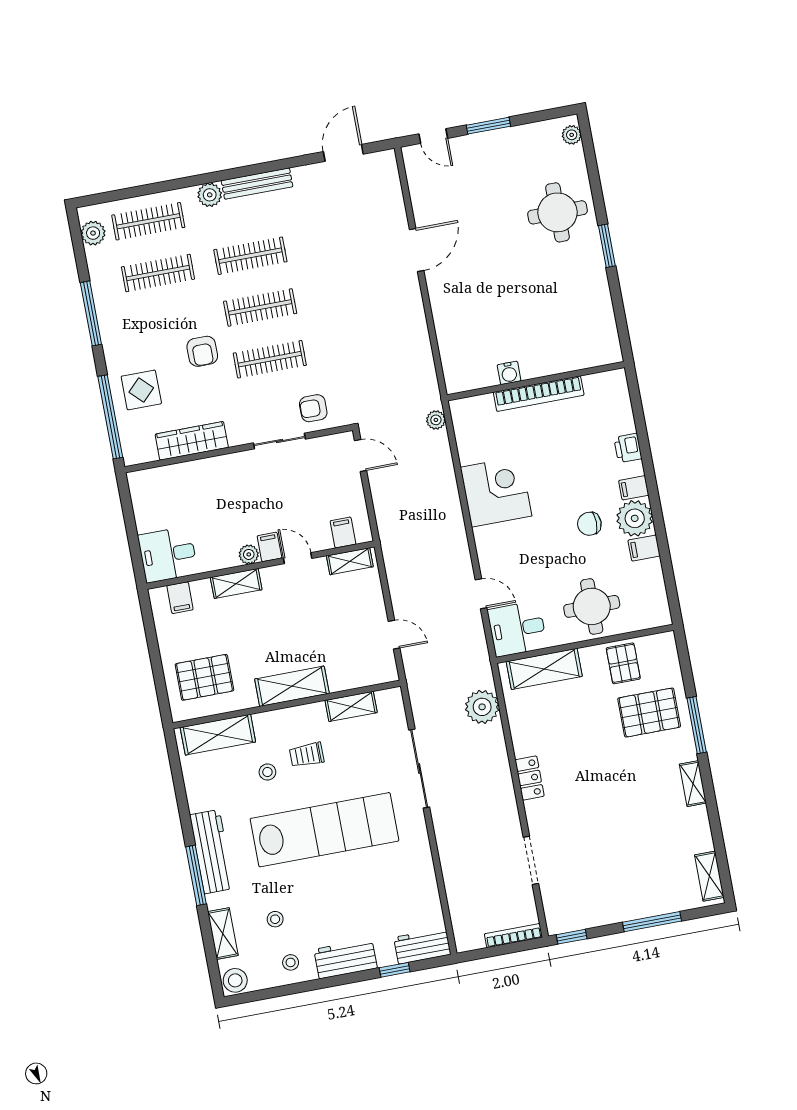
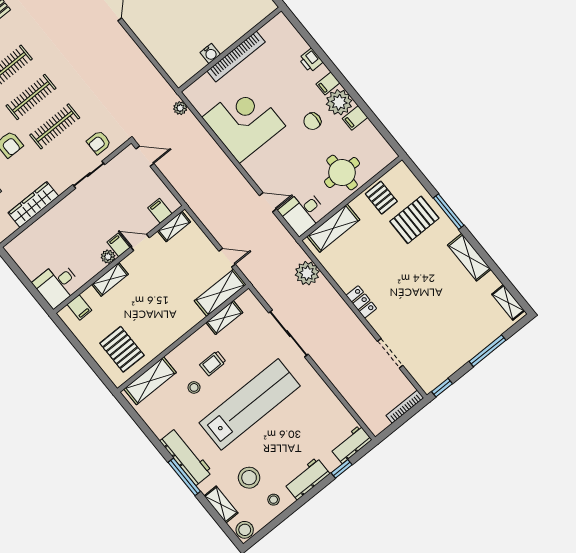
corner desk: (496, 492) -> (244, 122), width x1.36, depth x1.36
pallet: (204, 677) -> (122, 349), turned 90
shelving: (292, 686) -> (220, 293), moved
shelving: (693, 784) -> (469, 257), width x1.50, depth x1.33
stool: (275, 919) -> (249, 478), width x1.89, depth x1.89

